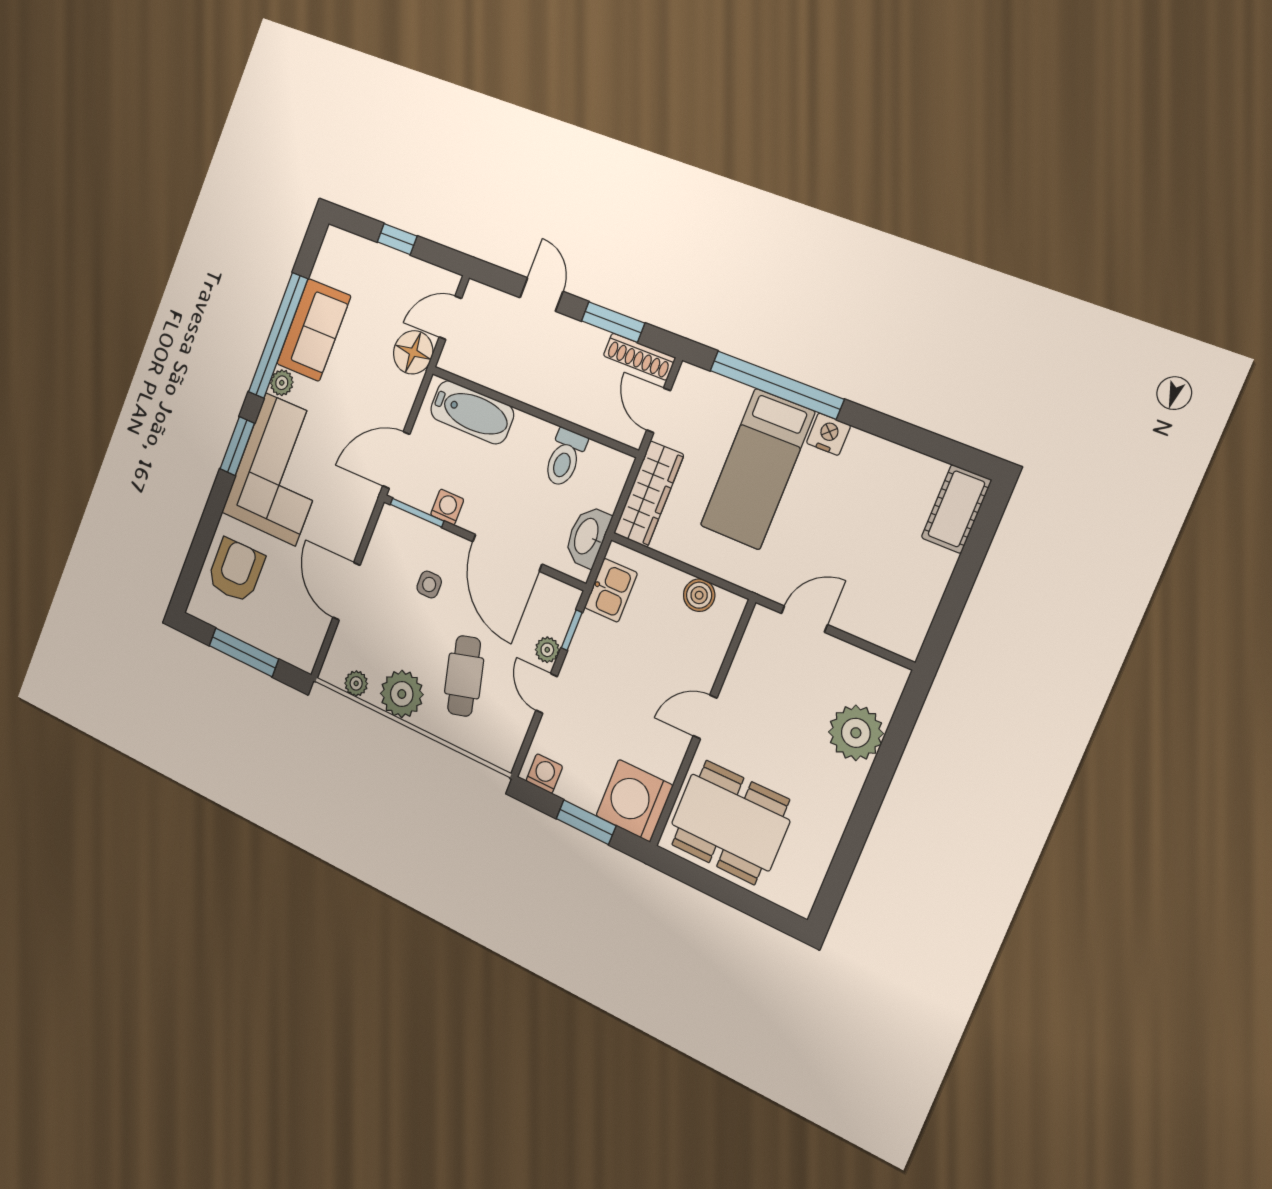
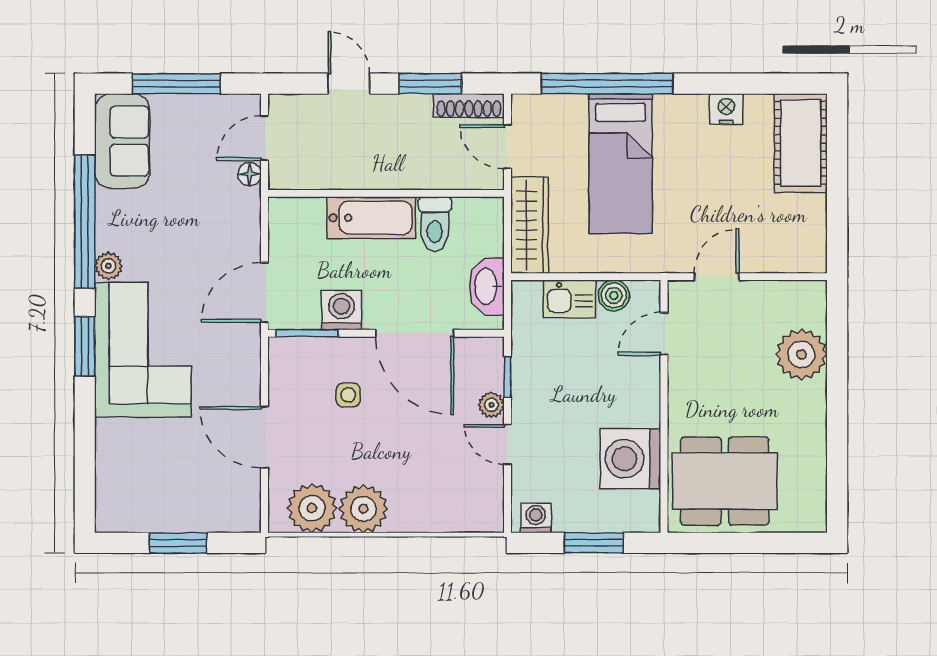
window: (397, 239) -> (176, 84), width x2.17
sofa: (314, 330) -> (122, 141), moved
floor lamp: (413, 352) -> (249, 174), width x0.53, depth x0.53
bathtub: (472, 412) -> (371, 218), moved
nightstand: (828, 434) -> (726, 109), moved
washing machine: (447, 507) -> (342, 310), width x1.38, depth x1.38
cot: (956, 509) -> (801, 143), width x1.37, depth x1.34
armchair: (236, 570) -> (135, 468), removed
kitchen sink: (611, 590) -> (570, 299), moved, turned 90
window: (244, 652) -> (178, 543), width x0.69
cafe table: (464, 676) -> (420, 464), removed
plant: (356, 683) -> (312, 508), width x1.88, depth x1.88
door: (705, 717) -> (664, 334), moved
washing machine: (634, 801) -> (630, 459), moved

